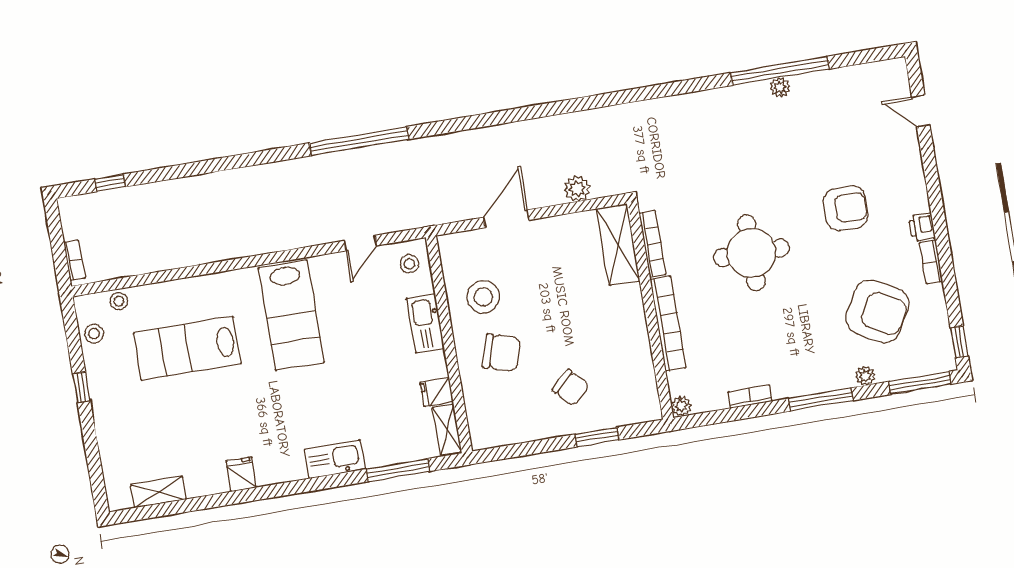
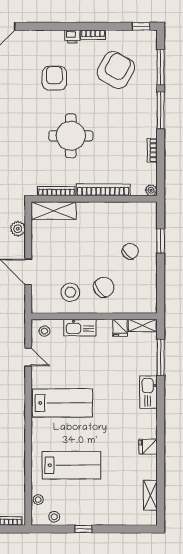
lab bench: (187, 348) -> (71, 465), turned -90
chair: (501, 353) -> (104, 287), turned 36
plant: (865, 376) -> (151, 83), removed
window: (920, 383) -> (161, 67), moved

